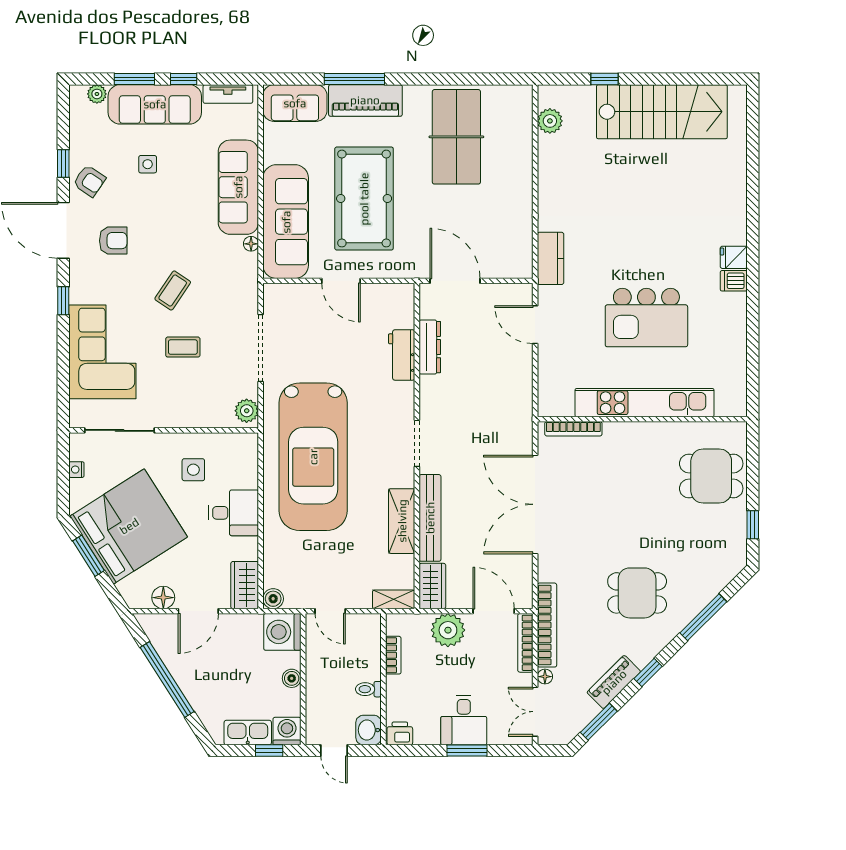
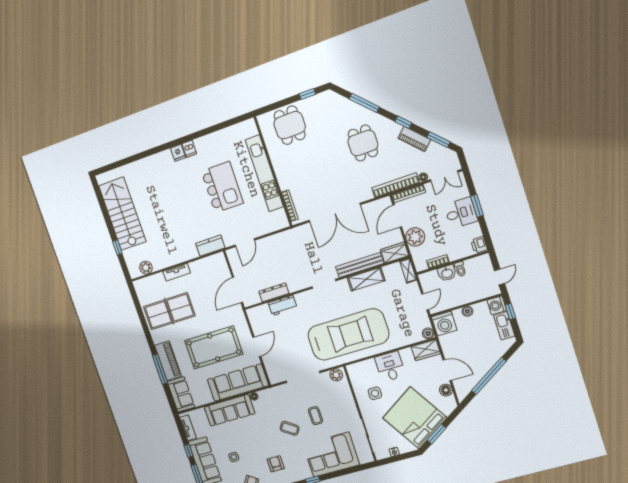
tv unit: (523, 177) -> (177, 272), added
washbasin: (369, 730) -> (447, 273), moved

